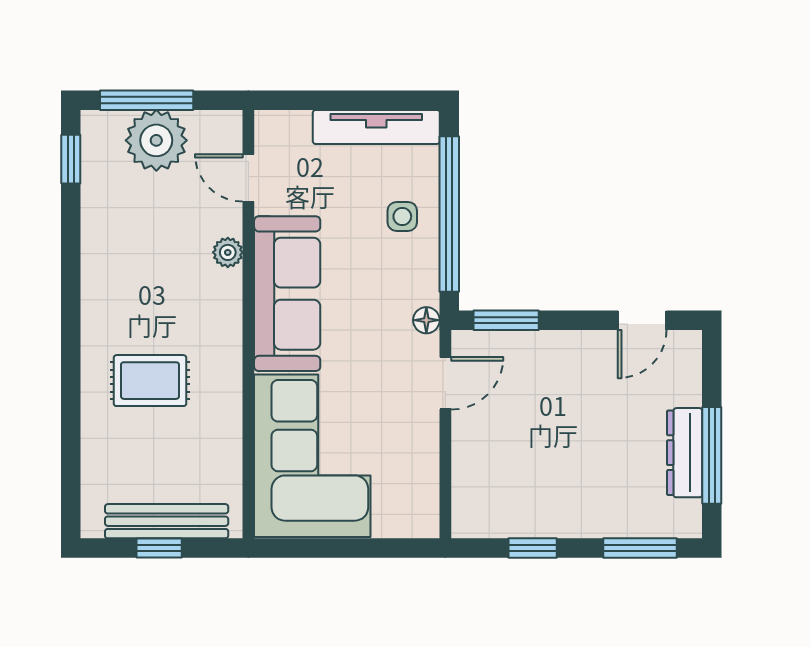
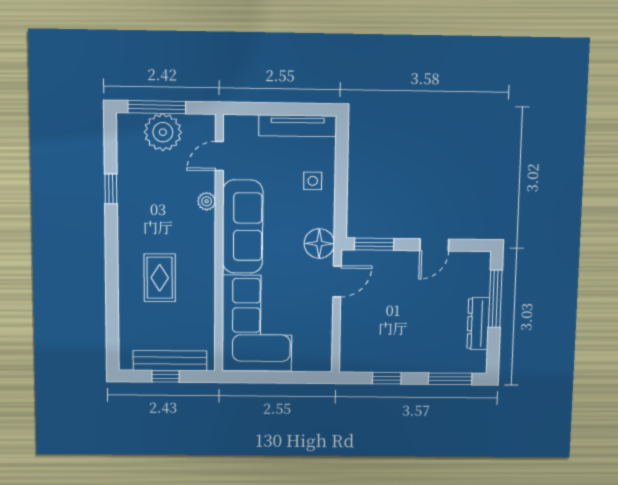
window: (71, 159) -> (111, 189), moved
door: (248, 178) -> (219, 156), hinge flipped
window: (449, 214) -> (341, 180), removed
floor lamp: (426, 320) -> (319, 244), width x1.89, depth x1.89
door: (642, 320) -> (434, 245), moved
rug: (150, 381) -> (160, 278), turned 90
window: (712, 455) -> (495, 299), moved

